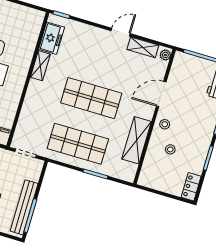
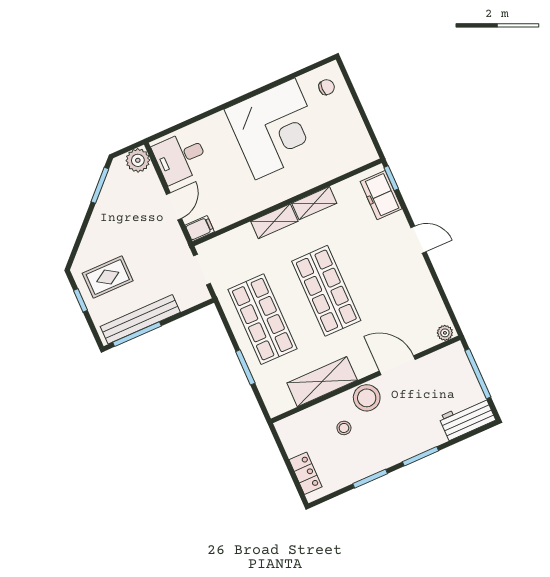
door: (121, 32) -> (418, 240), moved
freezer: (52, 38) -> (381, 195), moved, turned 90
shelving: (143, 47) -> (274, 221), moved, turned 90
stool: (165, 124) -> (367, 398), width x1.89, depth x1.89
locker: (191, 187) -> (306, 473), moved, turned 90

